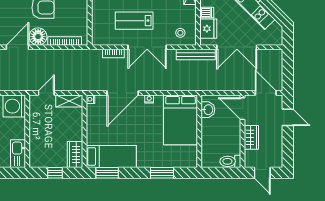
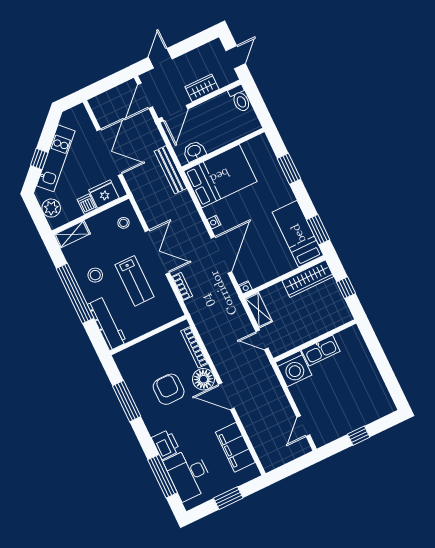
bench: (196, 55) -> (171, 170), moved
door: (123, 93) -> (221, 255), hinge flipped
kitchen sink: (18, 154) -> (321, 351), moved
wardrobe: (75, 155) -> (308, 279), width x1.50

